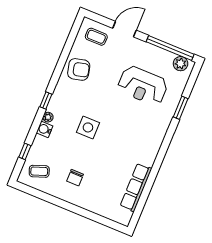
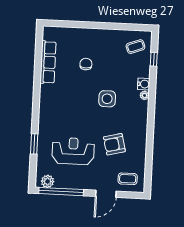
armchair: (79, 69) -> (114, 144), moved
window: (46, 100) -> (151, 109), removed
chair: (75, 178) -> (86, 64), moved

